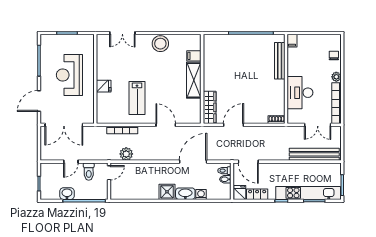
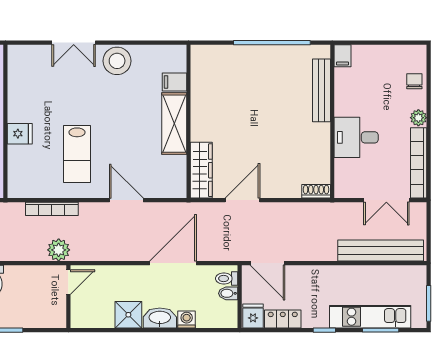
double door: (122, 33) -> (74, 43), moved
desk: (300, 93) -> (356, 137), width x0.73
door: (109, 173) -> (68, 282), moved
wall: (109, 181) -> (68, 297), moved
kitchen unit: (308, 193) -> (370, 317), width x0.73

